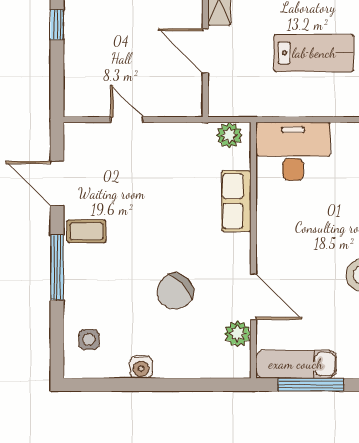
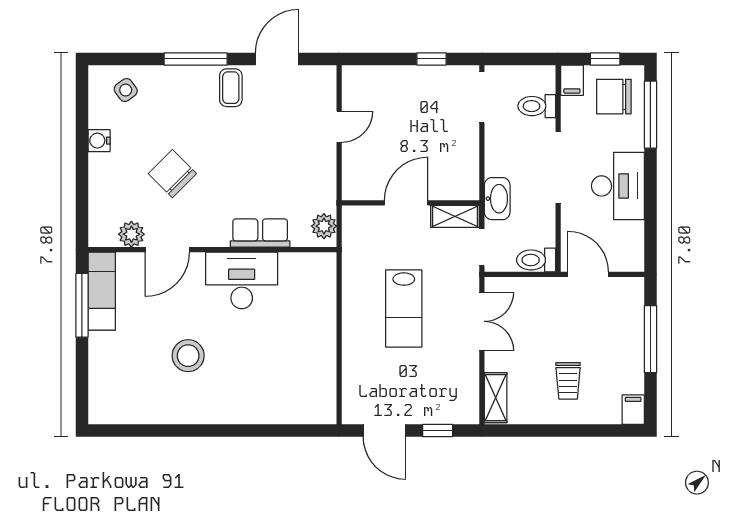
desk: (293, 151) -> (242, 280), moved, turned -90
side table: (89, 340) -> (126, 90), turned -36

